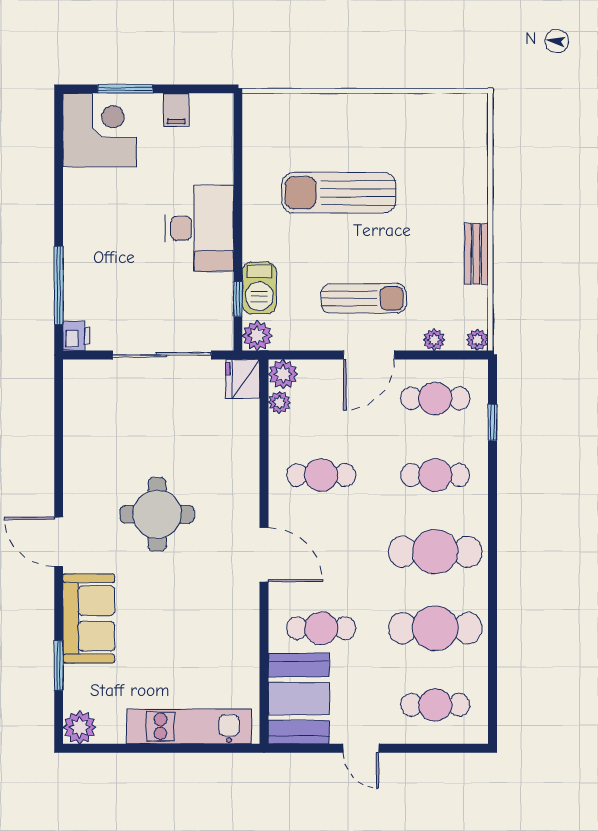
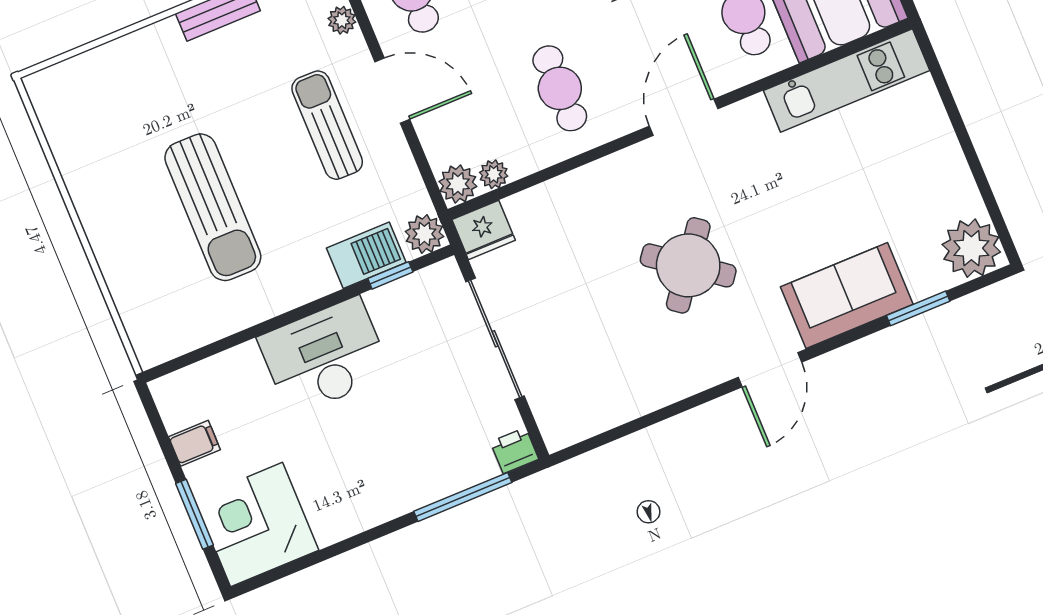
round table: (157, 514) -> (688, 265), turned 37
kitchen unit: (189, 726) -> (847, 81), moved, turned -90
plant: (80, 727) -> (971, 248), width x1.36, depth x1.36

